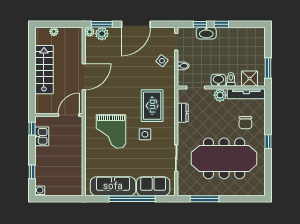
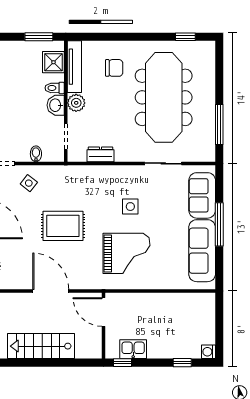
rug: (152, 106) -> (63, 226), moved
window: (268, 142) -> (185, 37), moved
window: (132, 199) -> (219, 224), width x0.68

